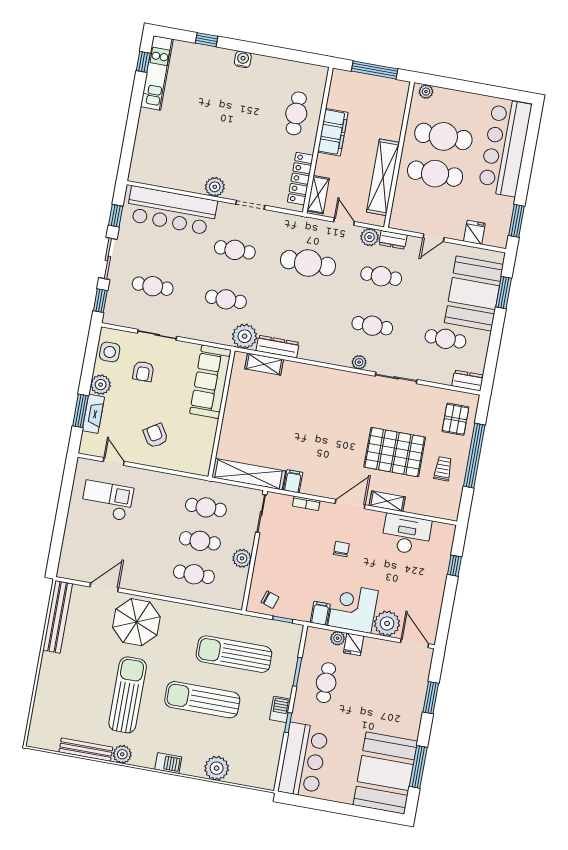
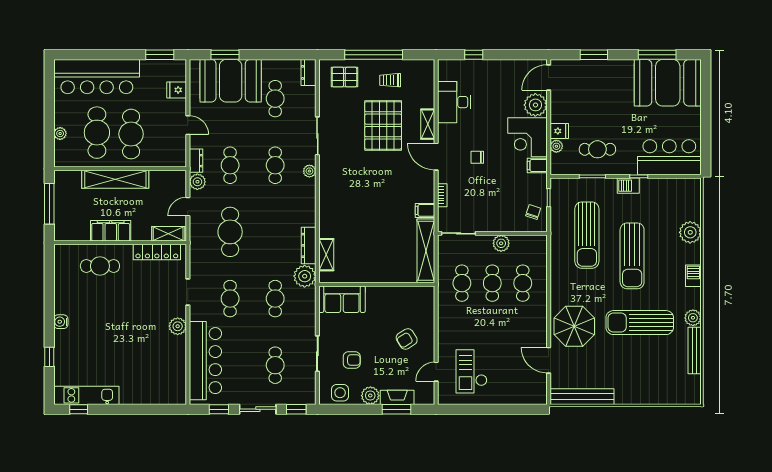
plant: (426, 92) -> (60, 134), moved
shelving: (383, 177) -> (115, 179), moved
sofa: (210, 382) -> (342, 299), width x0.73

